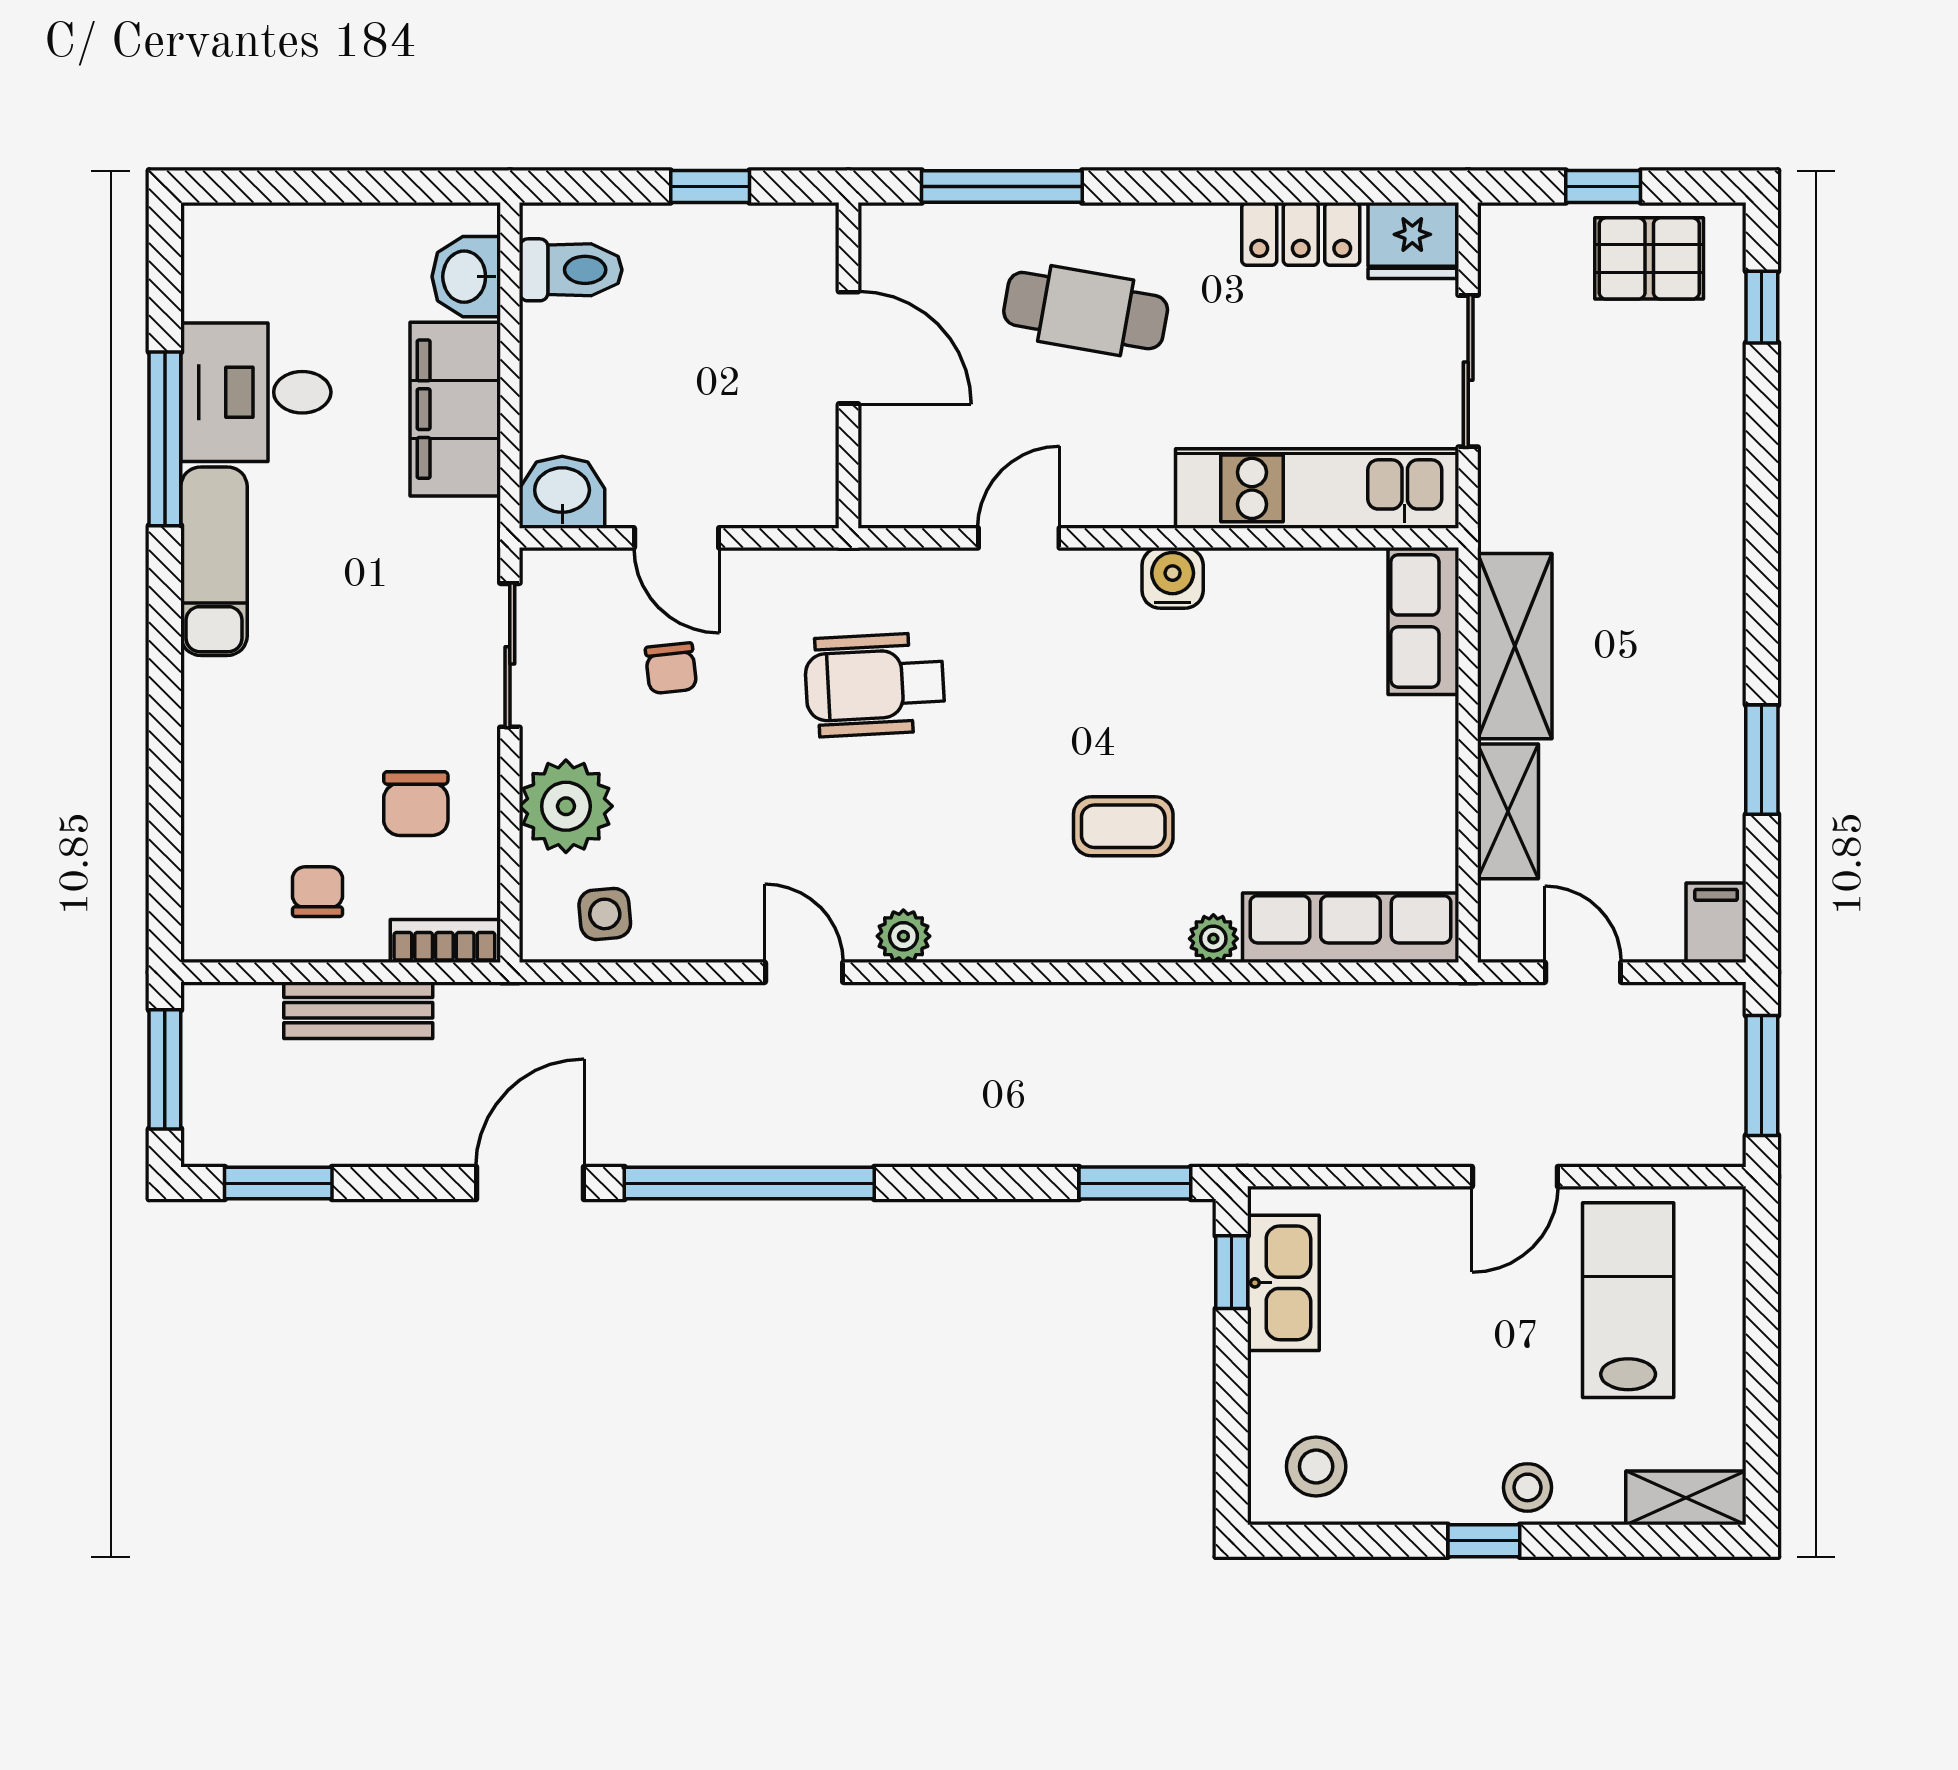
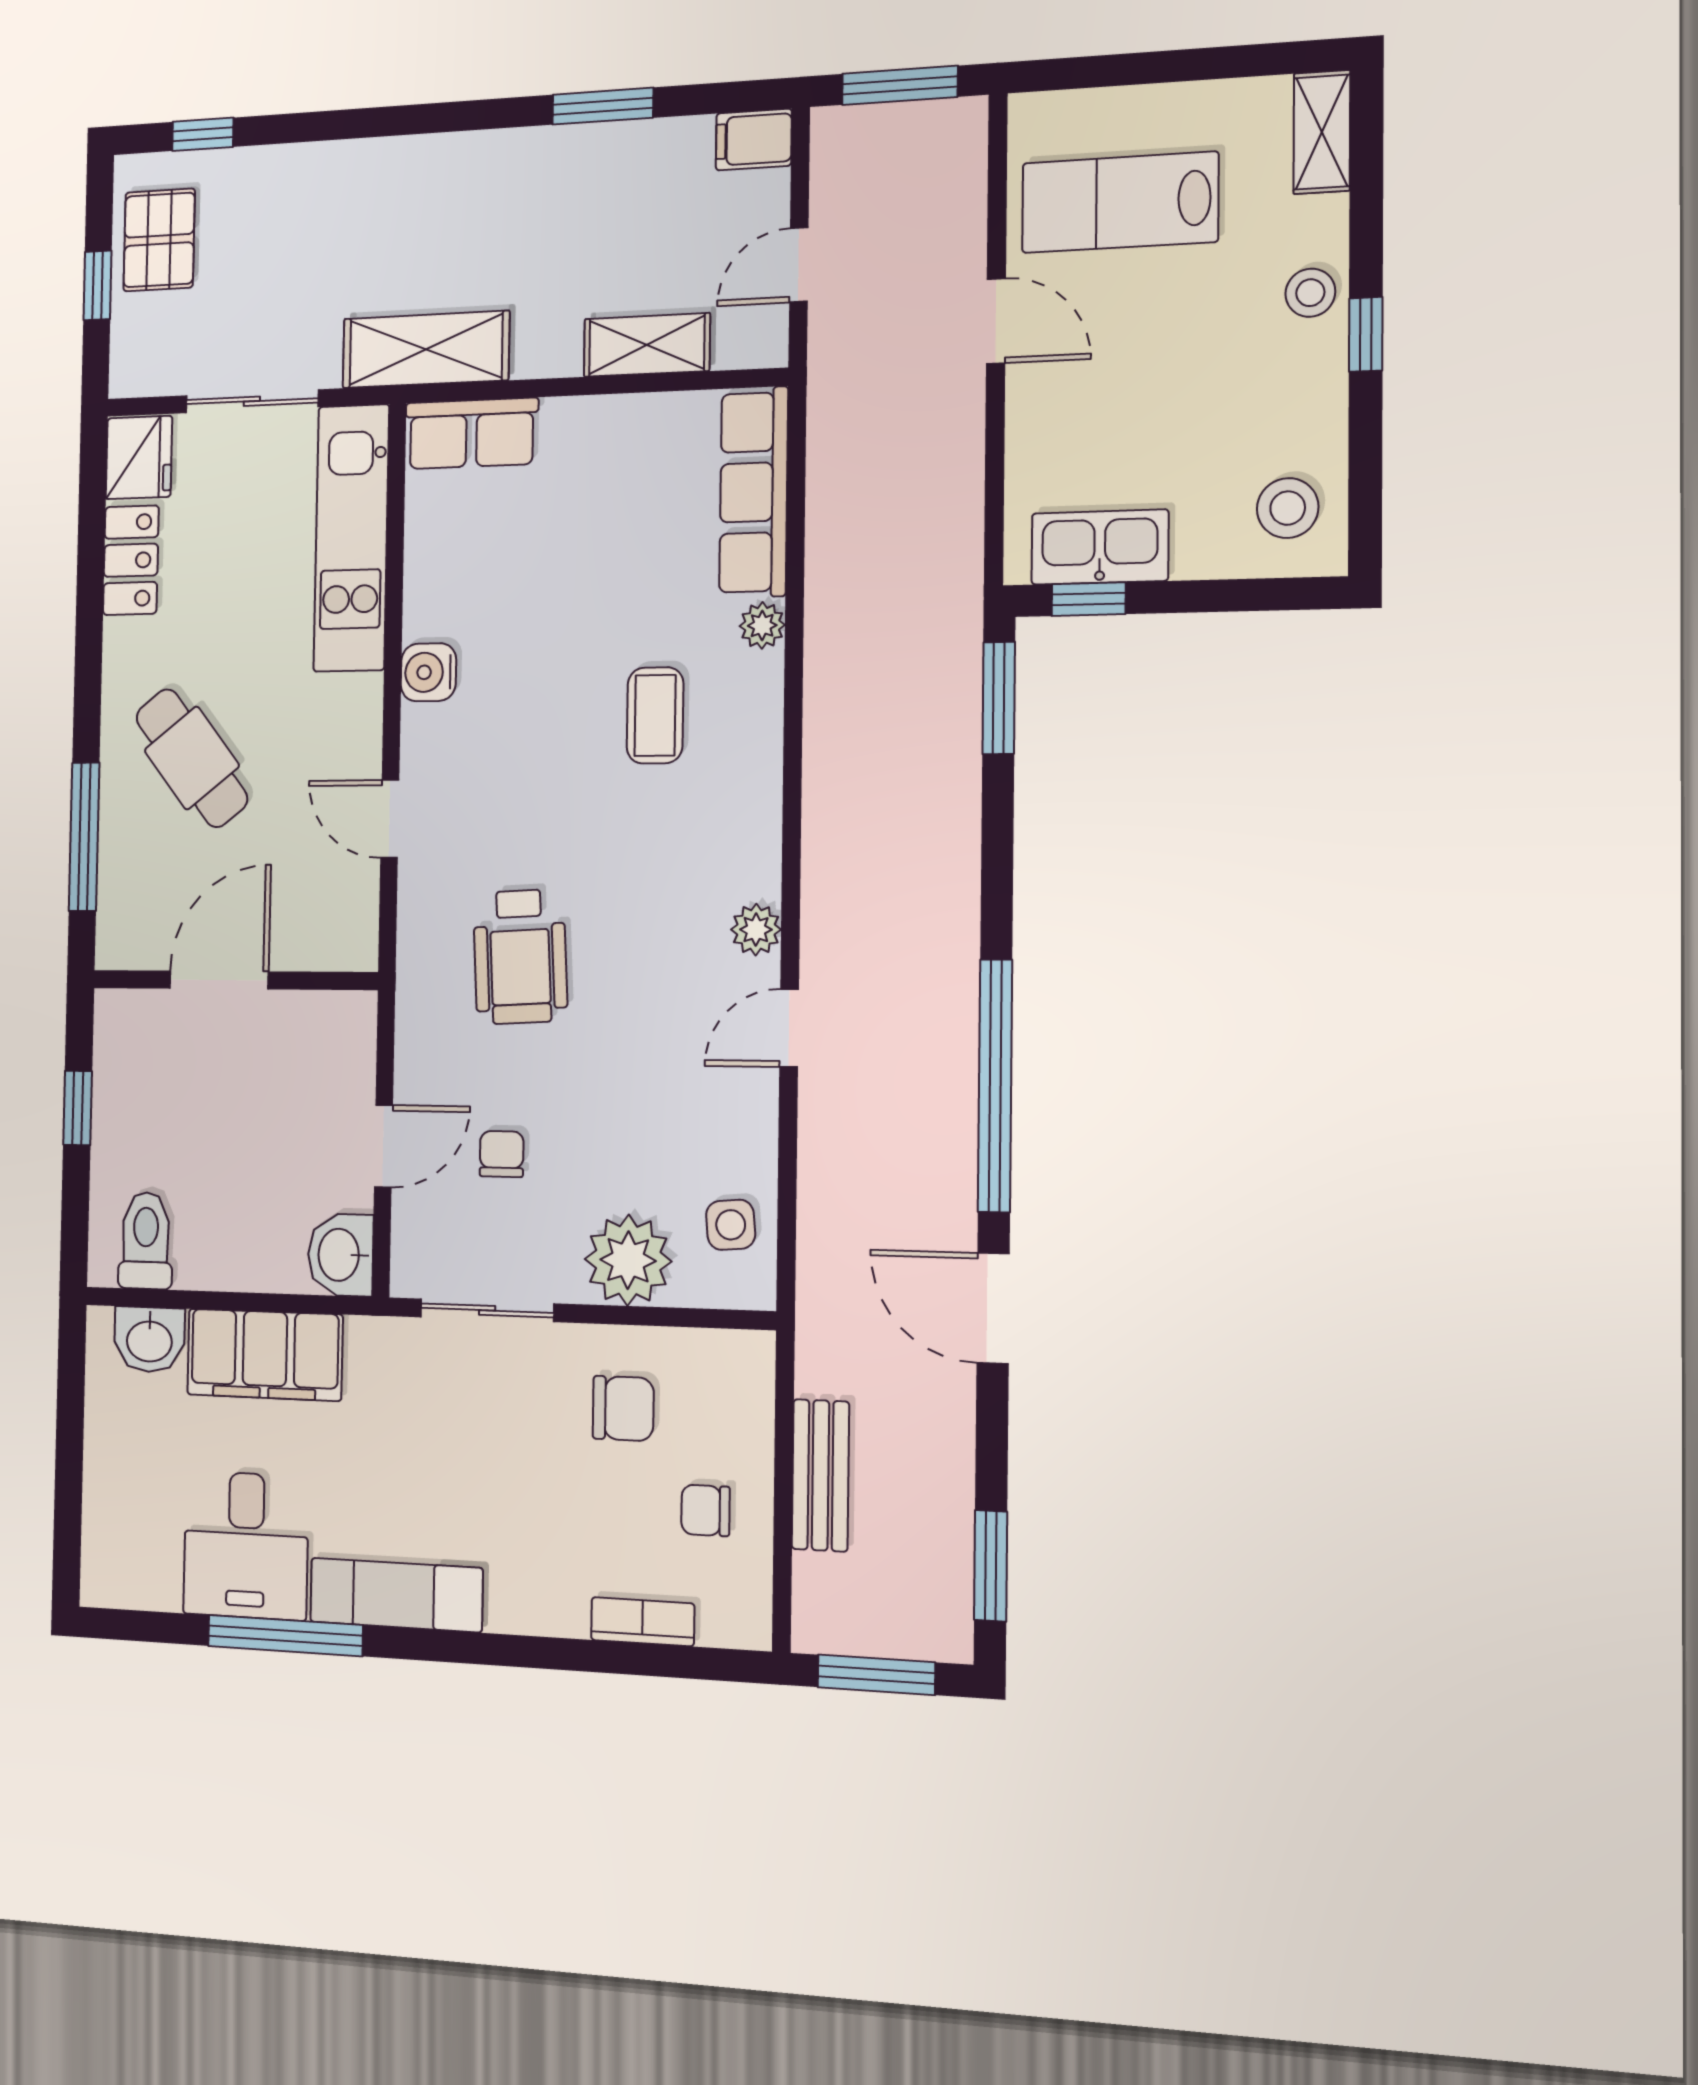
cafe table: (1086, 311) -> (192, 758), turned -48
shelving: (1515, 646) -> (426, 349), moved
chair: (671, 668) -> (502, 1154), turned -84
bookcase: (444, 941) -> (643, 1622), moved, turned 90

